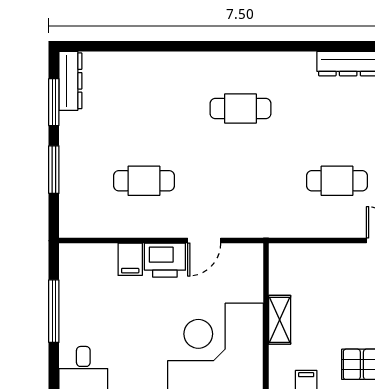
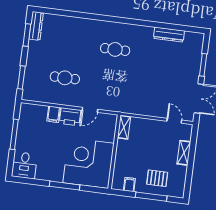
window: (54, 170) -> (21, 77), moved
cafe table: (337, 181) -> (156, 90), removed
shelving: (280, 320) -> (124, 127), moved

